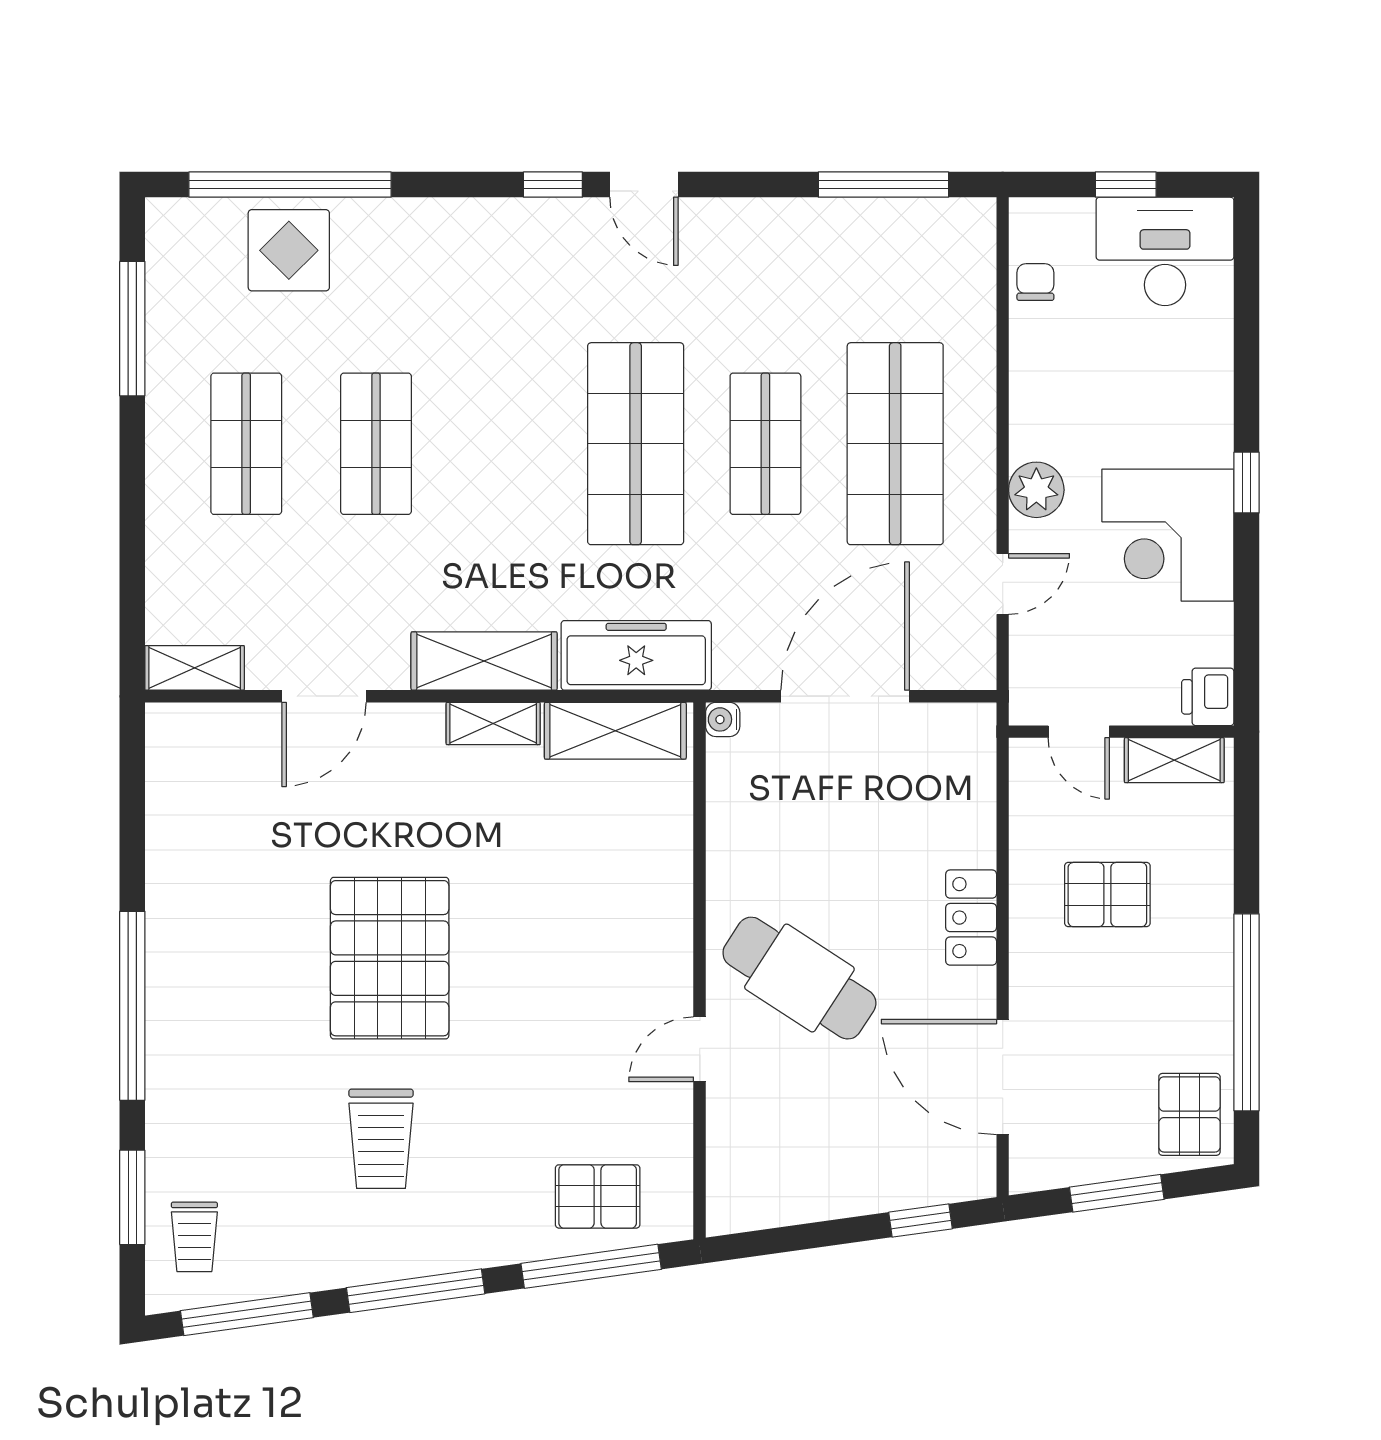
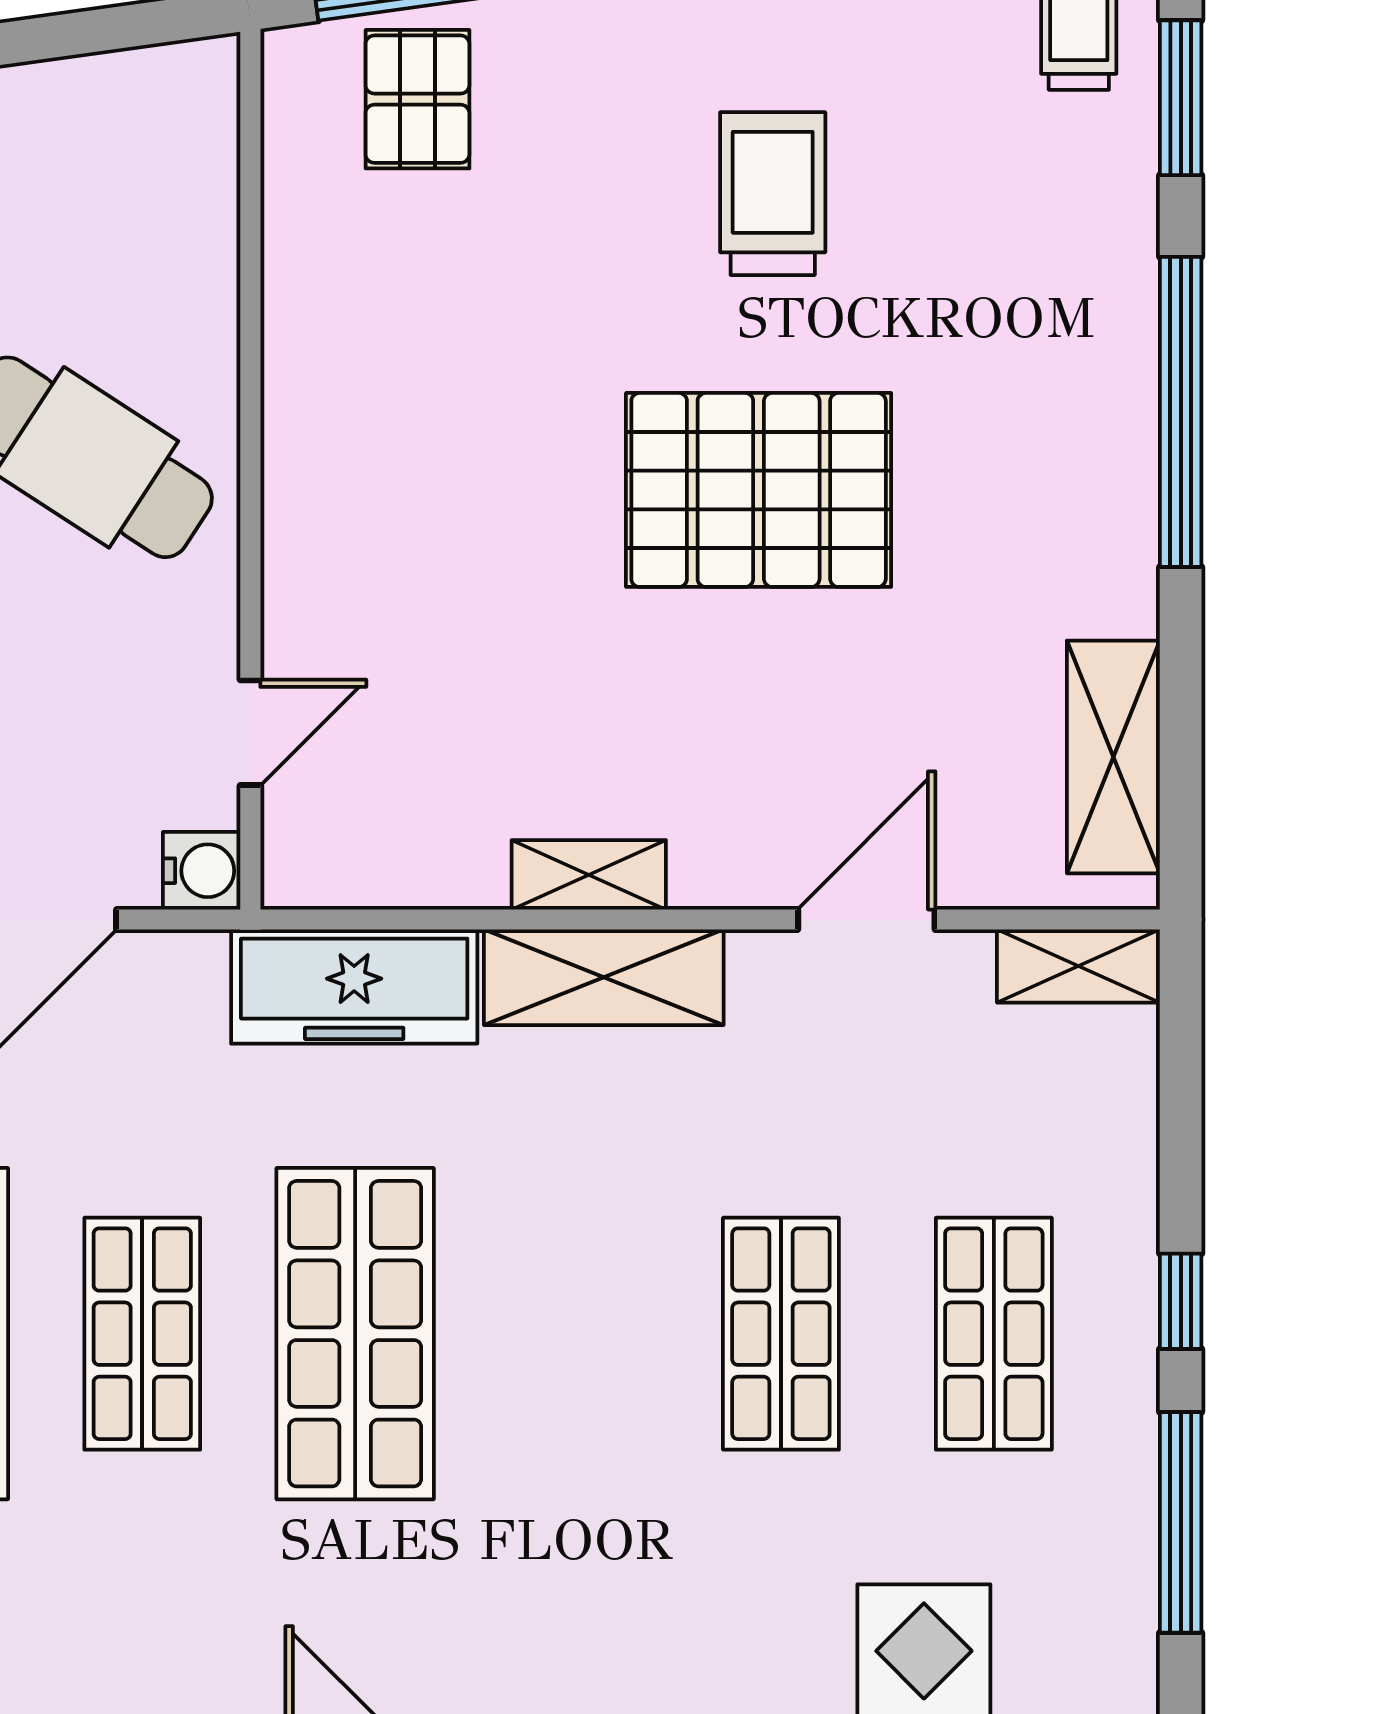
window: (132, 463) -> (1181, 1301), added
water cooler: (723, 719) -> (202, 871), width x1.38, depth x1.38
shelving: (615, 731) -> (1113, 757), moved, turned 90
pallet: (390, 958) -> (759, 490), turned 90
door: (700, 1049) -> (250, 733), moved
pallet: (598, 1196) -> (417, 99), turned 90

